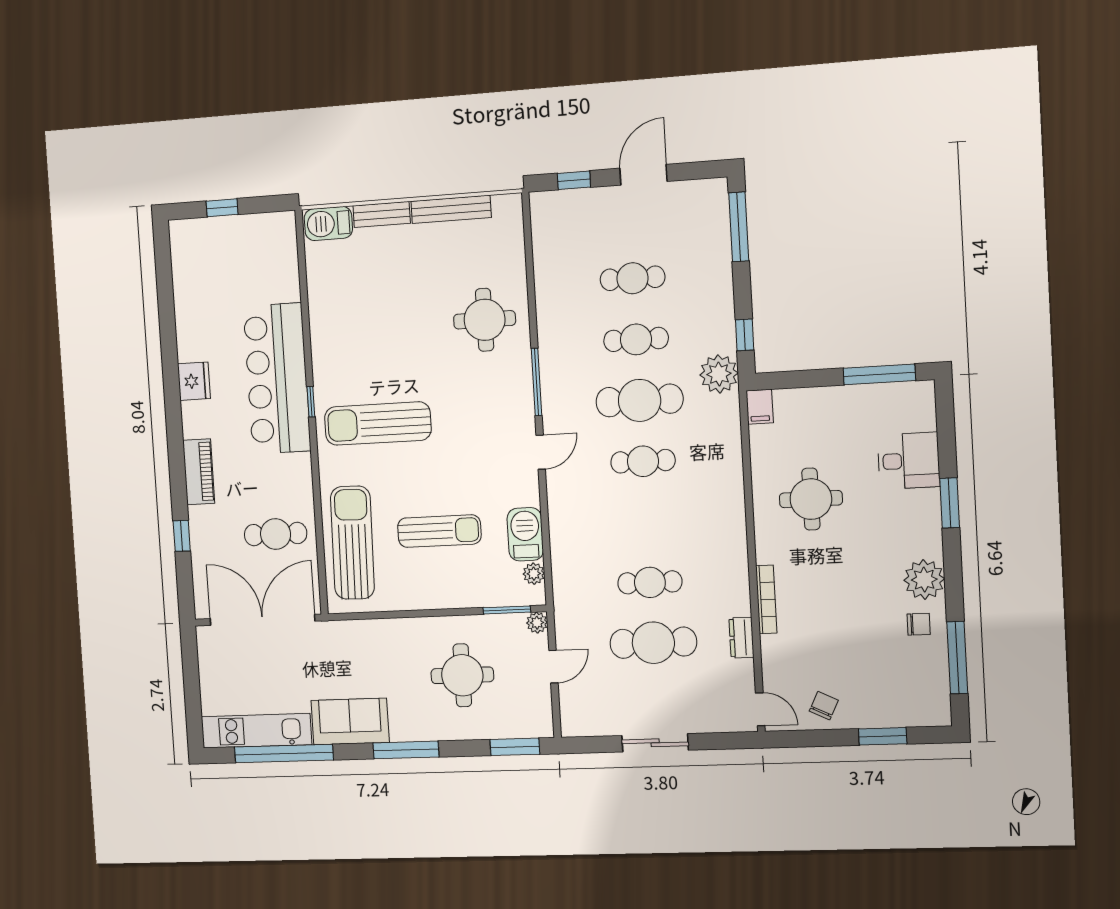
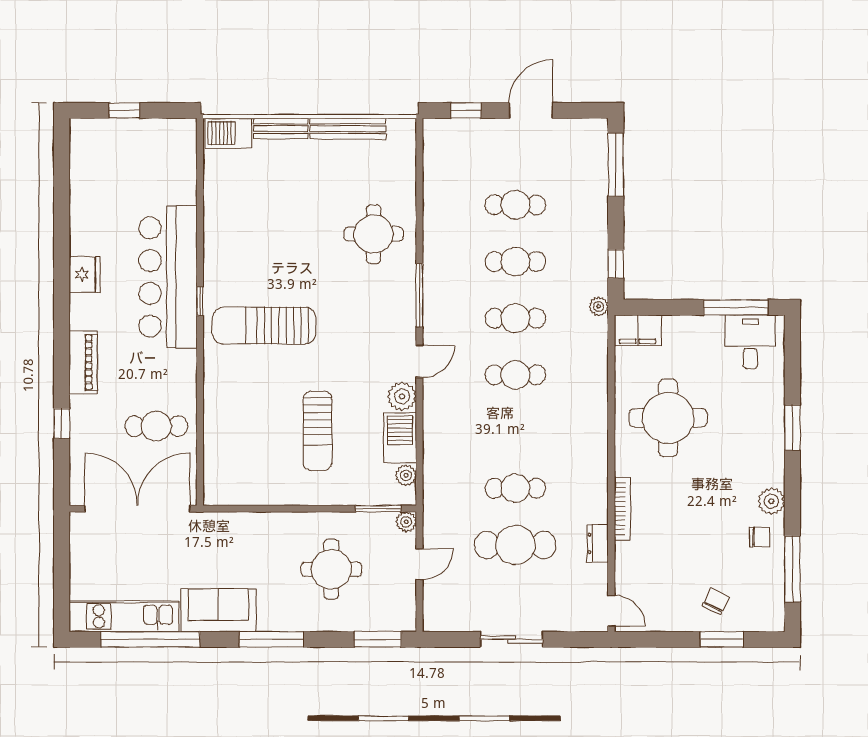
plant: (719, 374) -> (599, 306), width x0.53, depth x0.53
cafe table: (640, 400) -> (515, 318), width x0.73, depth x0.74
filing cabinet: (760, 407) -> (638, 330), width x2.00
desk: (909, 461) -> (750, 342), moved, turned -90
plant: (525, 490) -> (402, 396), added
round table: (811, 499) -> (668, 418), width x1.36, depth x1.36
sun lounger: (439, 531) -> (318, 431), turned 90
sun lounger: (352, 543) -> (232, 438), removed
plant: (924, 580) -> (771, 501), width x0.73, depth x0.73
chair: (824, 706) -> (716, 601), moved

